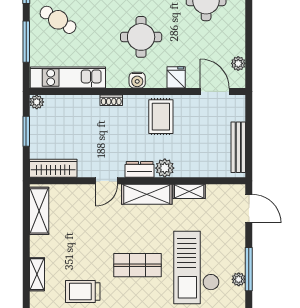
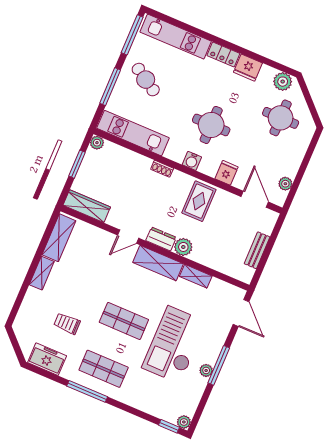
bench: (238, 147) -> (257, 250), width x0.73
shelving: (37, 274) -> (42, 273), moved
trolley: (83, 291) -> (67, 323), width x0.73, depth x0.72

